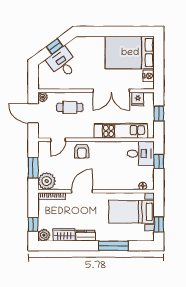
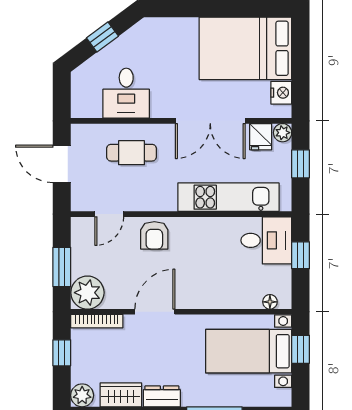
desk: (63, 63) -> (126, 93), moved, turned -143
plant: (43, 97) -> (283, 133), moved
window: (33, 224) -> (62, 353), moved
window: (159, 225) -> (301, 349), moved

